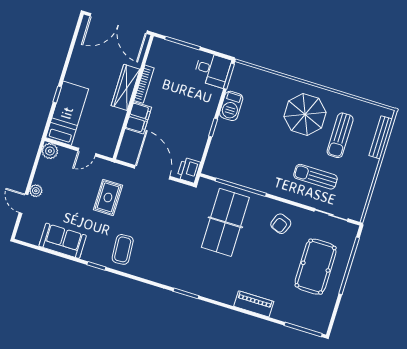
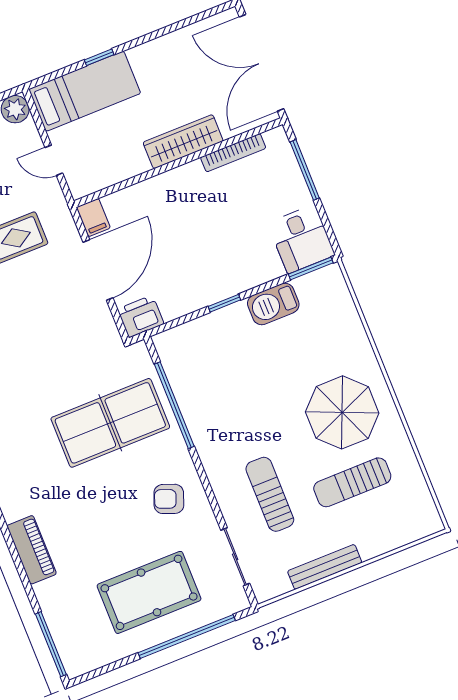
bookcase: (144, 84) -> (233, 153), moved
filing cabinet: (138, 118) -> (93, 218), moved, width x0.50
bench: (381, 137) -> (325, 567), moved

